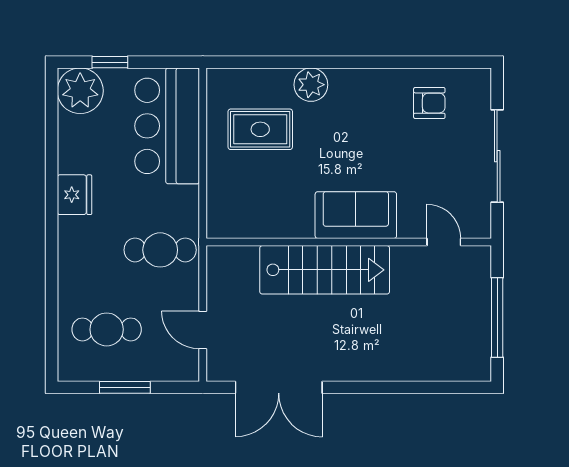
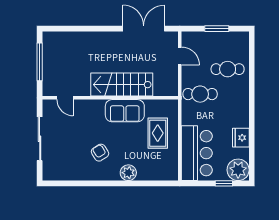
armchair: (429, 103) -> (100, 153), moved, turned 58
rug: (260, 129) -> (158, 133), moved, turned 90
fridge: (74, 195) -> (241, 138), moved
sofa: (356, 215) -> (125, 111), moved
cafe table: (107, 329) -> (228, 69), moved

